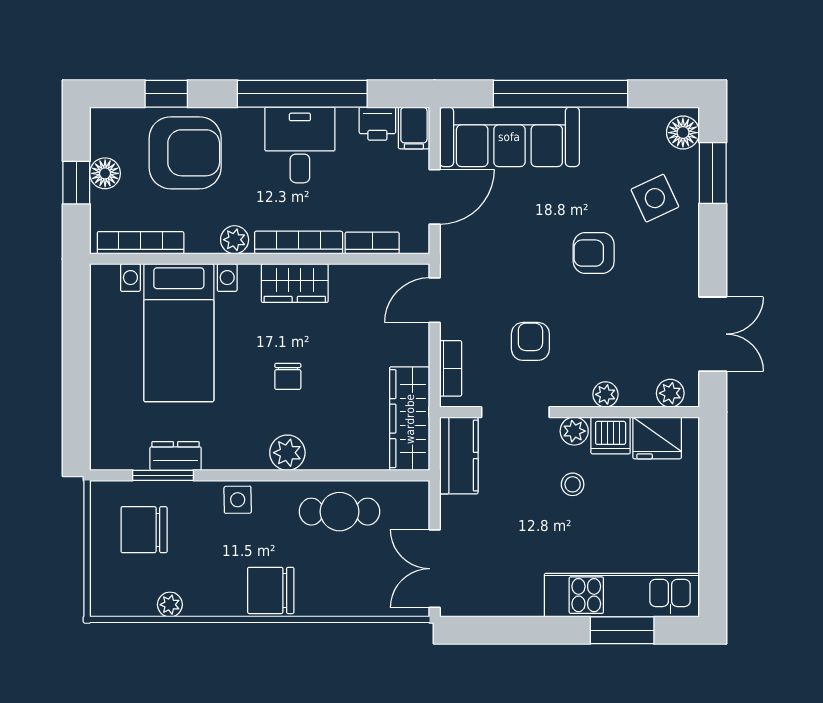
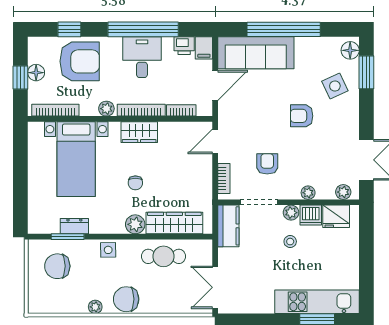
wardrobe: (410, 419) -> (174, 223), moved, turned 90
plant: (170, 605) -> (95, 307), moved

